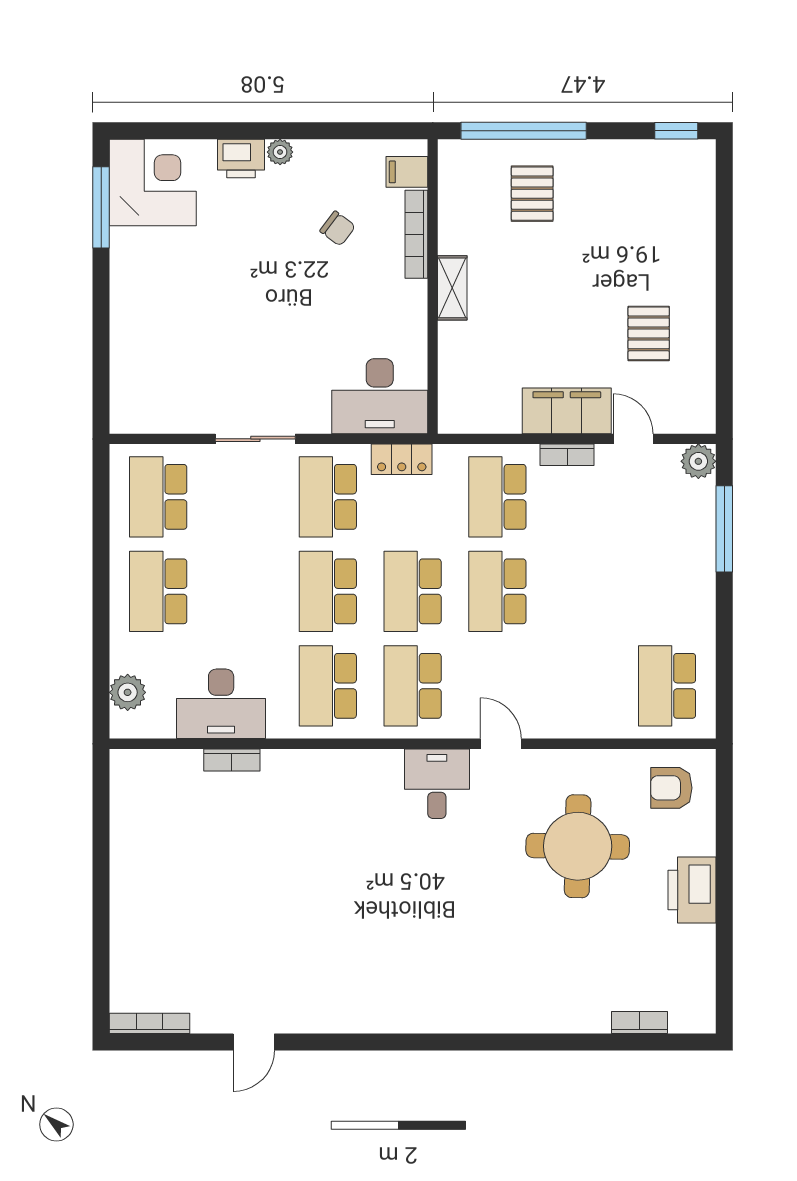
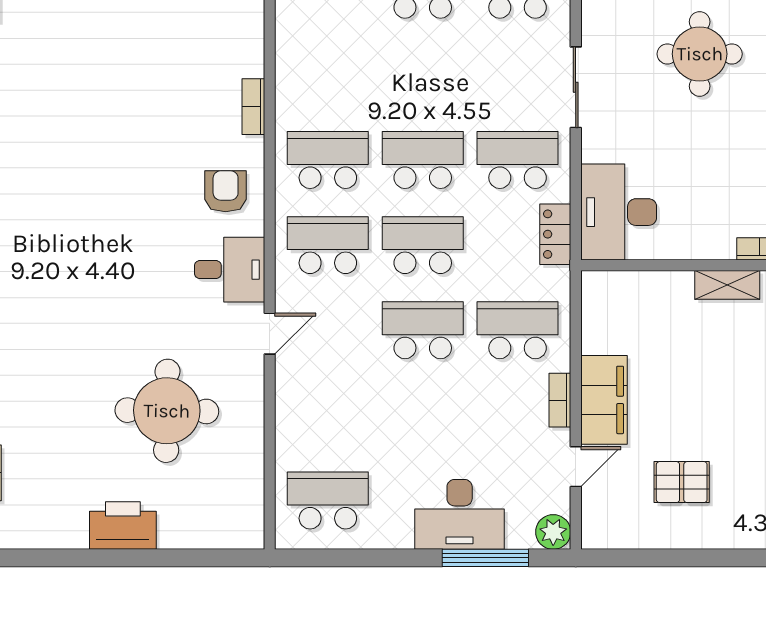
round table: (222, 316) -> (700, 54), added
desk: (221, 704) -> (460, 514), moved, turned -90
bookcase: (232, 760) -> (253, 107), moved
armchair: (671, 788) -> (226, 191), moved

